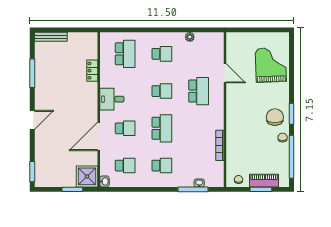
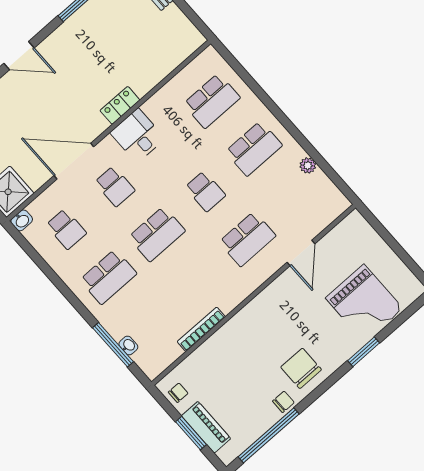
school desk: (162, 54) -> (254, 149), width x1.85
grand piano: (271, 65) -> (364, 303), turned 92
locker: (92, 71) -> (120, 105), moved
window: (291, 114) -> (364, 352), moved
chair: (275, 117) -> (301, 368), turned -90
school desk: (162, 166) -> (108, 277), width x1.85

